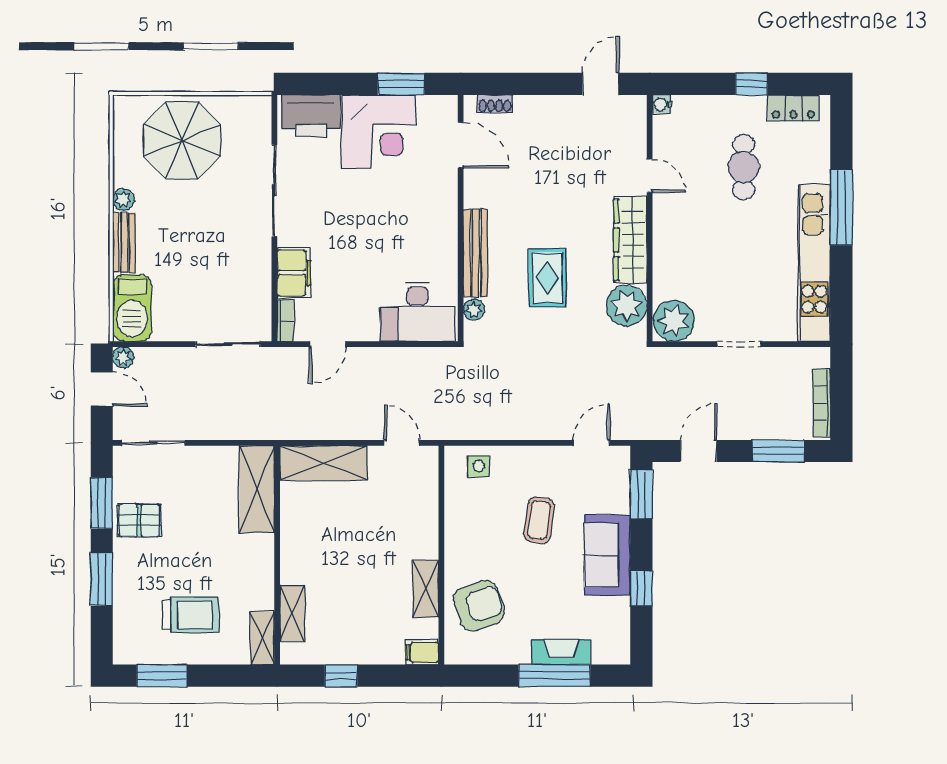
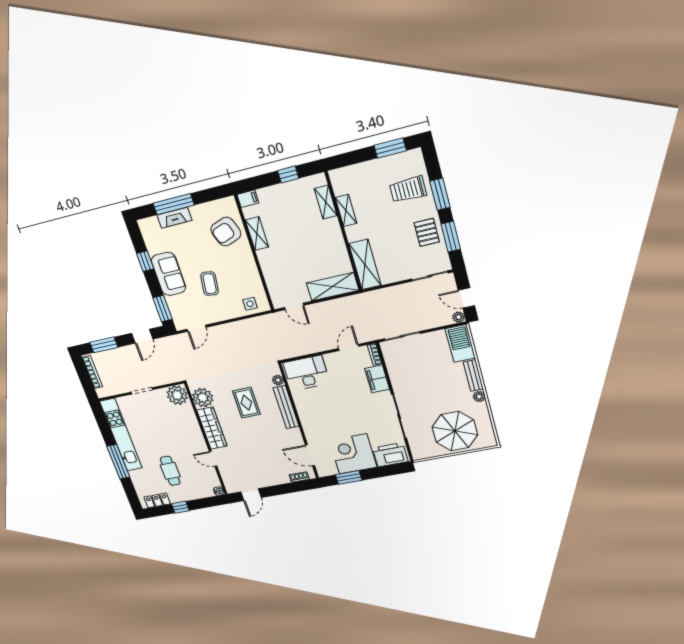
pallet: (139, 520) -> (427, 232), turned 90
trolley: (191, 615) -> (408, 189), moved
shelving: (262, 638) -> (346, 210), moved

